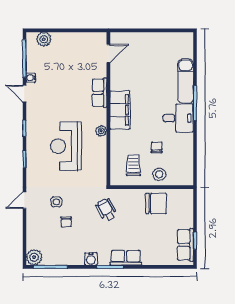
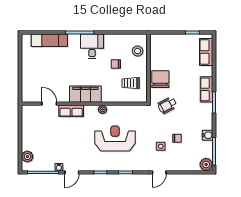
door: (108, 54) -> (49, 104), moved
exam couch: (186, 81) -> (49, 40), moved
reception desk: (66, 146) -> (115, 138), turned 180
stool: (159, 174) -> (138, 51), moved
door: (24, 200) -> (159, 172), hinge flipped
chair: (156, 203) -> (160, 79), moved
row of seats: (185, 245) -> (206, 52), moved, turned 90
water cooler: (91, 259) -> (207, 135), moved

